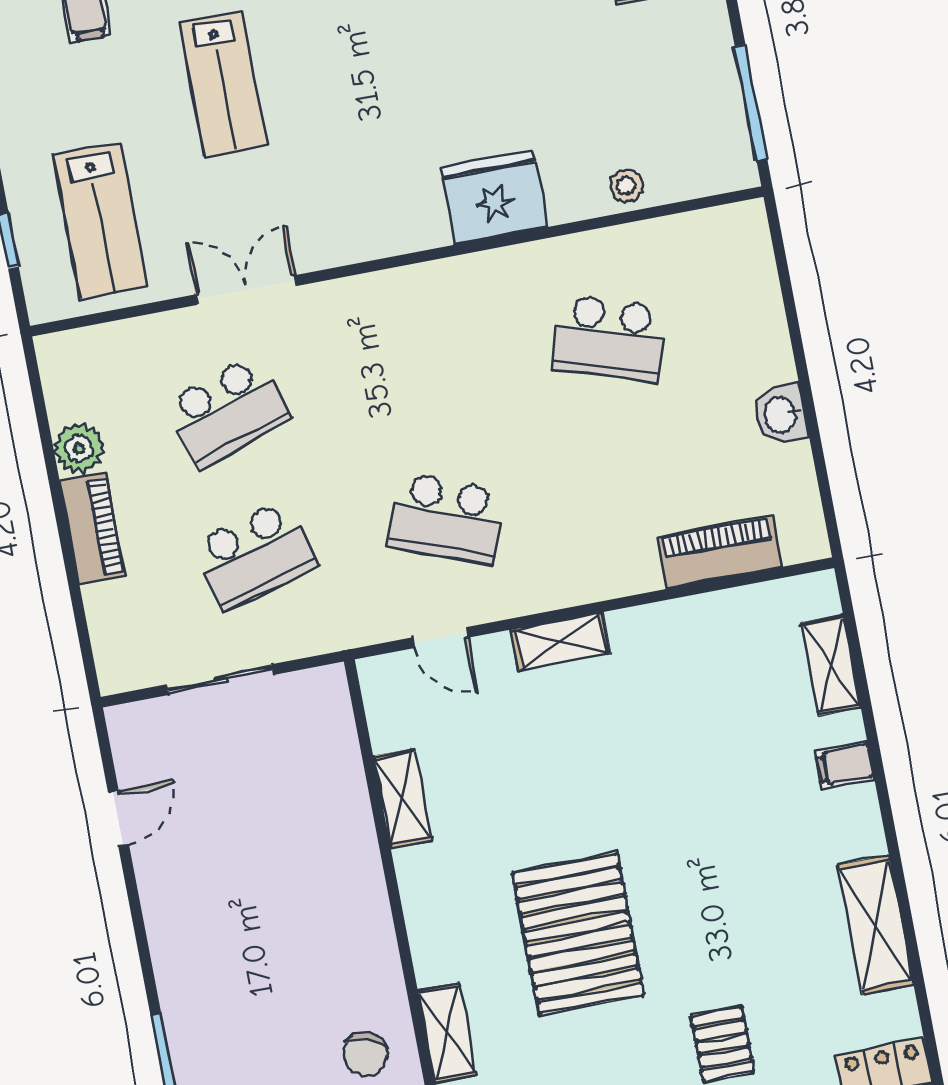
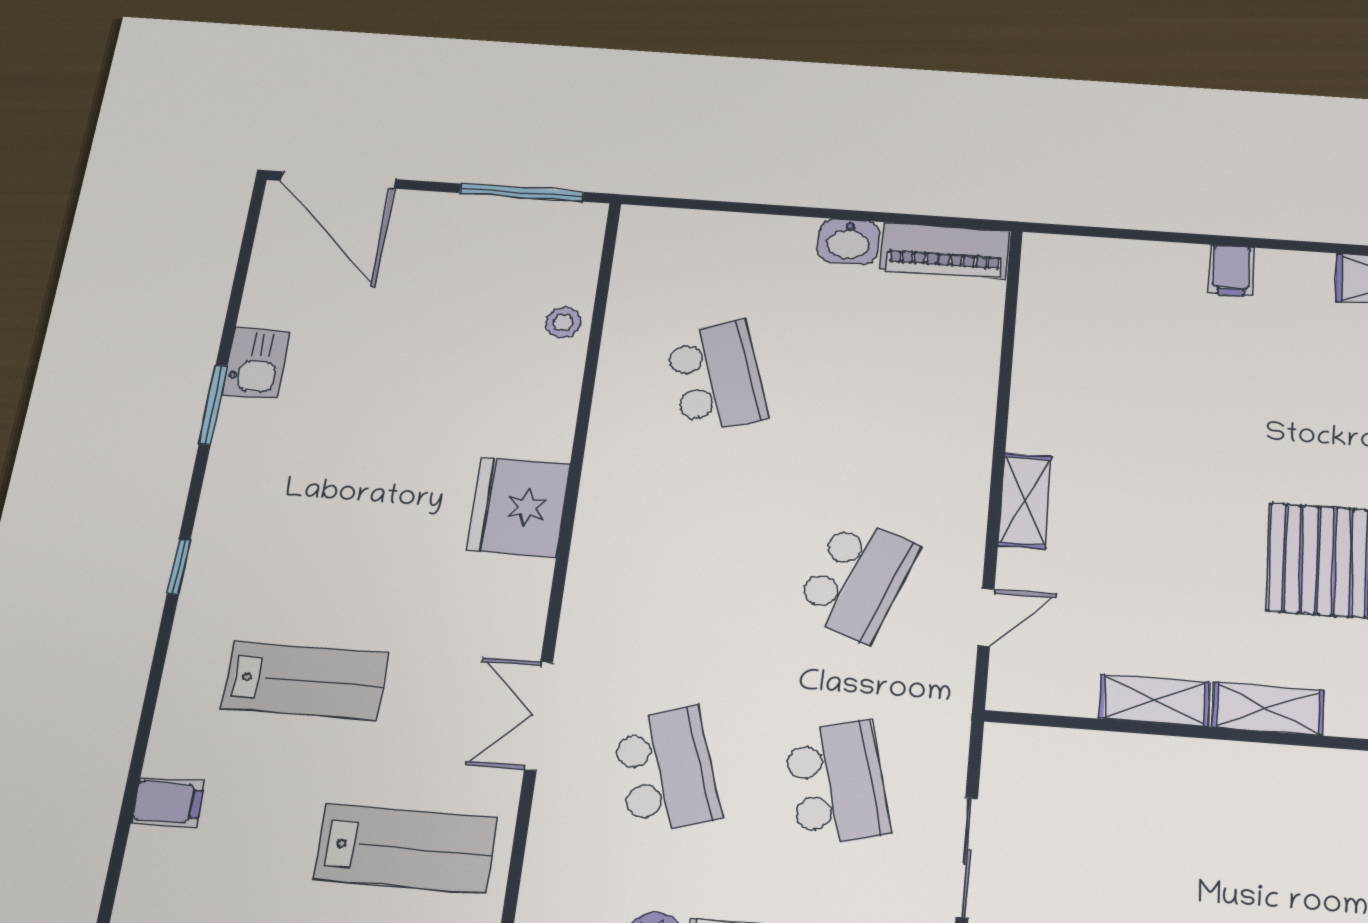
fridge: (494, 197) -> (519, 507), moved
school desk: (609, 339) -> (717, 376), turned -36
piano: (719, 552) -> (945, 250), moved, turned -90
shelving: (831, 665) -> (1268, 709), moved

